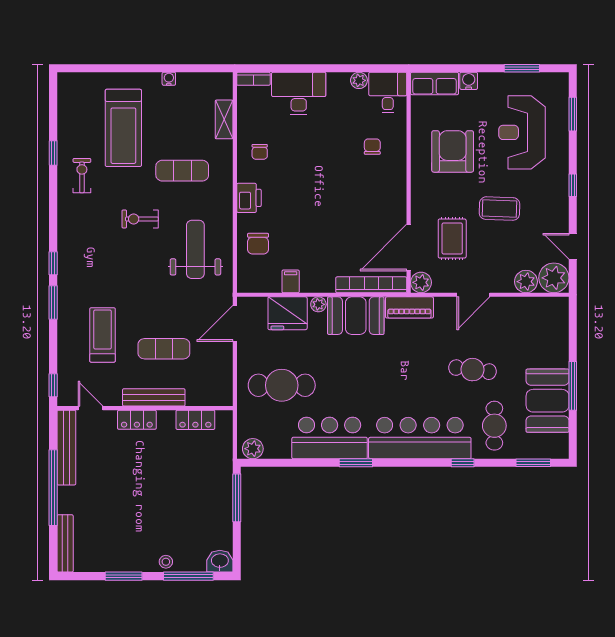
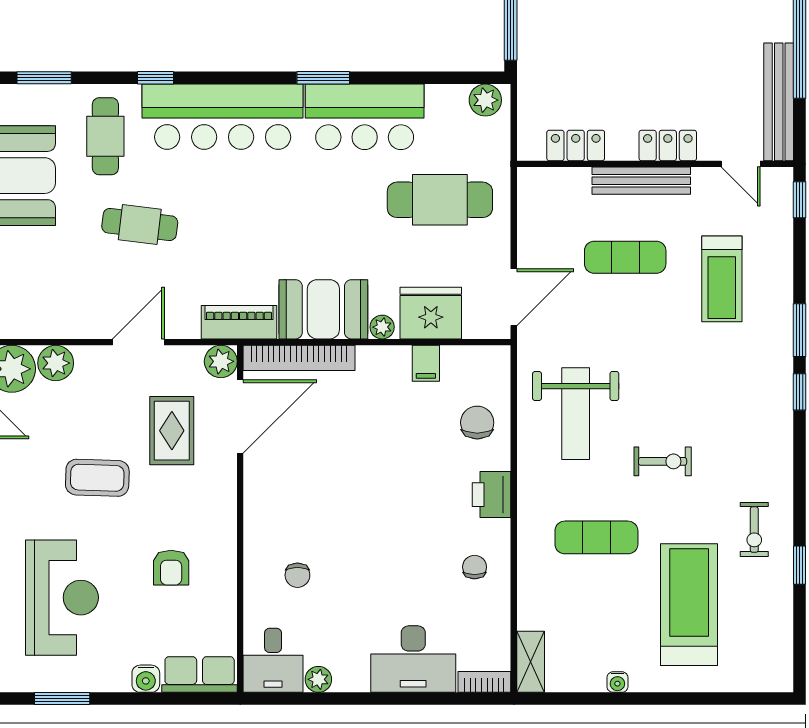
shelving: (224, 119) -> (531, 662), moved
armchair: (453, 151) -> (171, 568), width x0.53, depth x0.53

